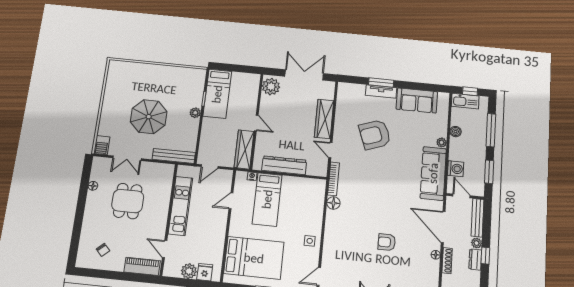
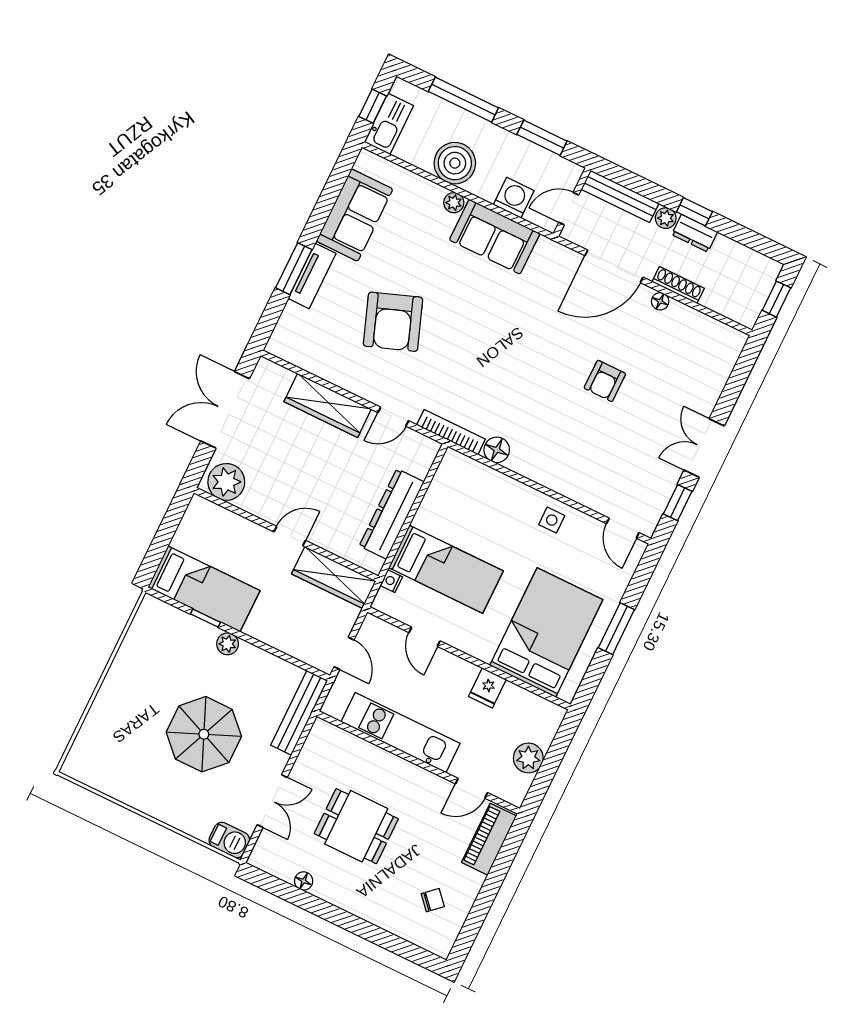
boiler: (455, 132) -> (455, 163), width x1.86, depth x1.86
sofa: (433, 173) -> (495, 237), width x0.73
fridge: (205, 272) -> (487, 688), moved, turned -90

